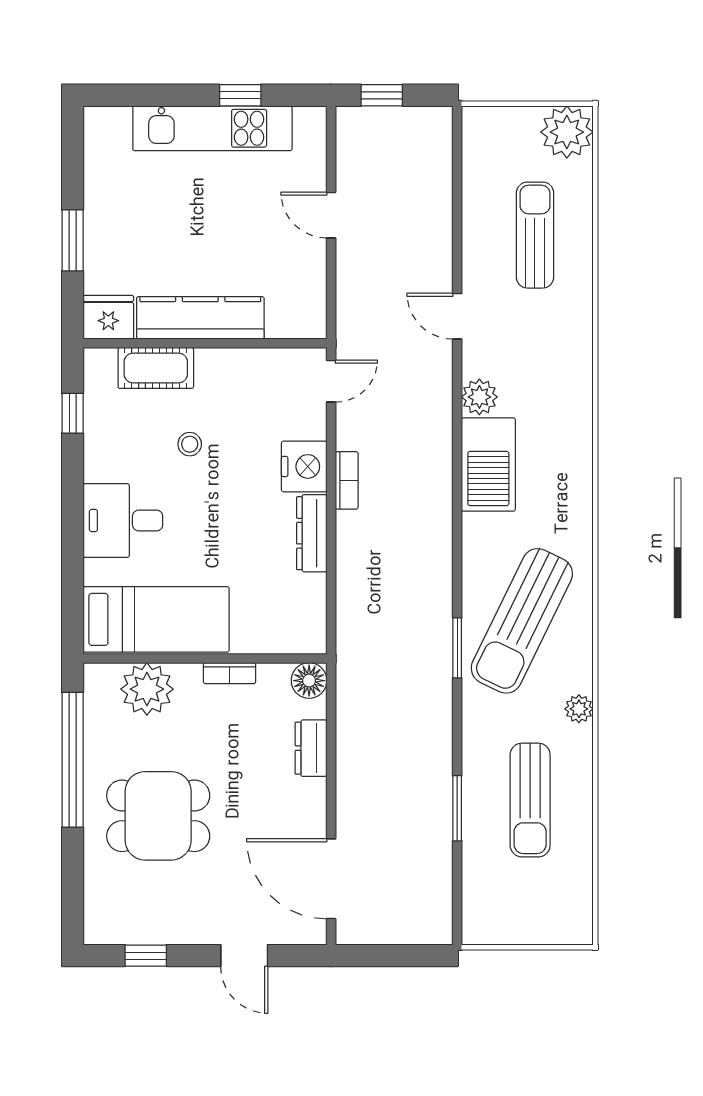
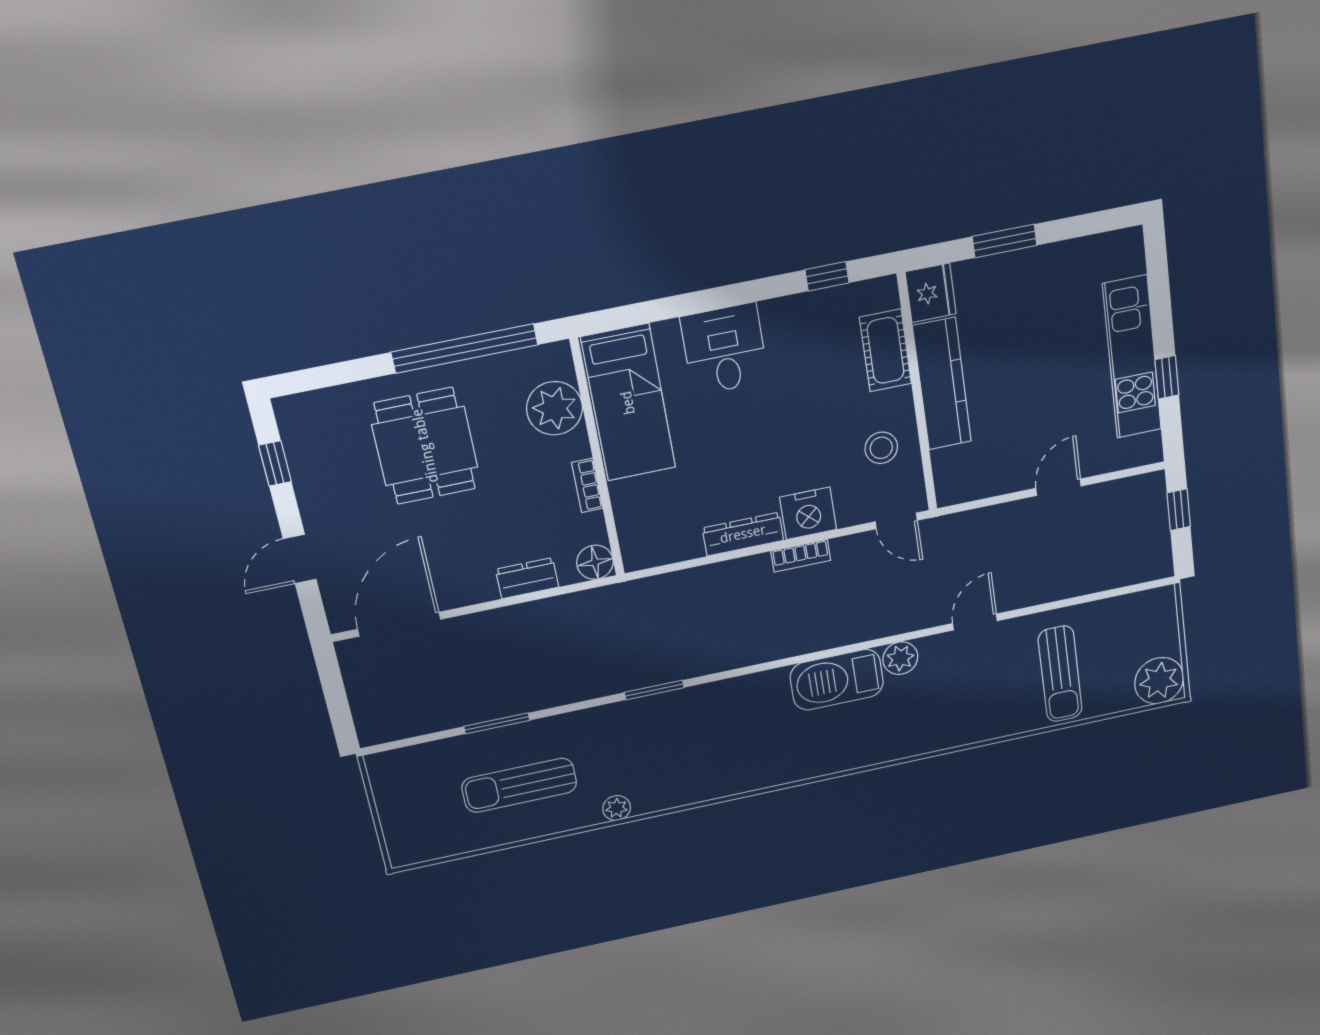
sun lounger: (535, 235) -> (1060, 674), turned 90
stool: (190, 444) -> (881, 448), moved, width x1.37, depth x1.37
sun lounger: (522, 621) -> (691, 741), removed

